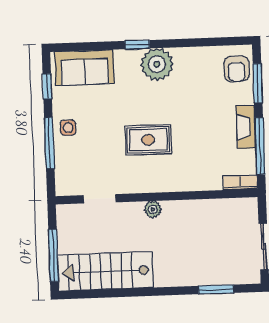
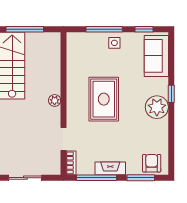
armchair: (237, 69) -> (152, 163), turned 90
rug: (148, 140) -> (104, 99), width x1.36, depth x1.43
doorway: (100, 199) -> (63, 139), moved

